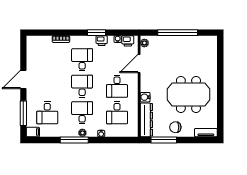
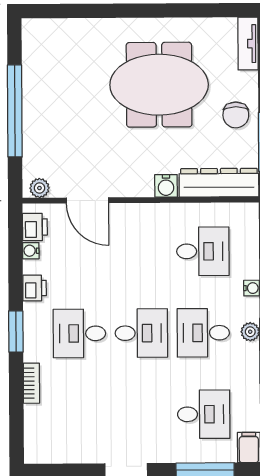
window: (96, 33) -> (16, 331), moved
desk: (82, 86) -> (141, 333), turned 180
desk: (117, 86) -> (141, 252), removed
meeting table: (188, 94) -> (159, 85), turned 90

